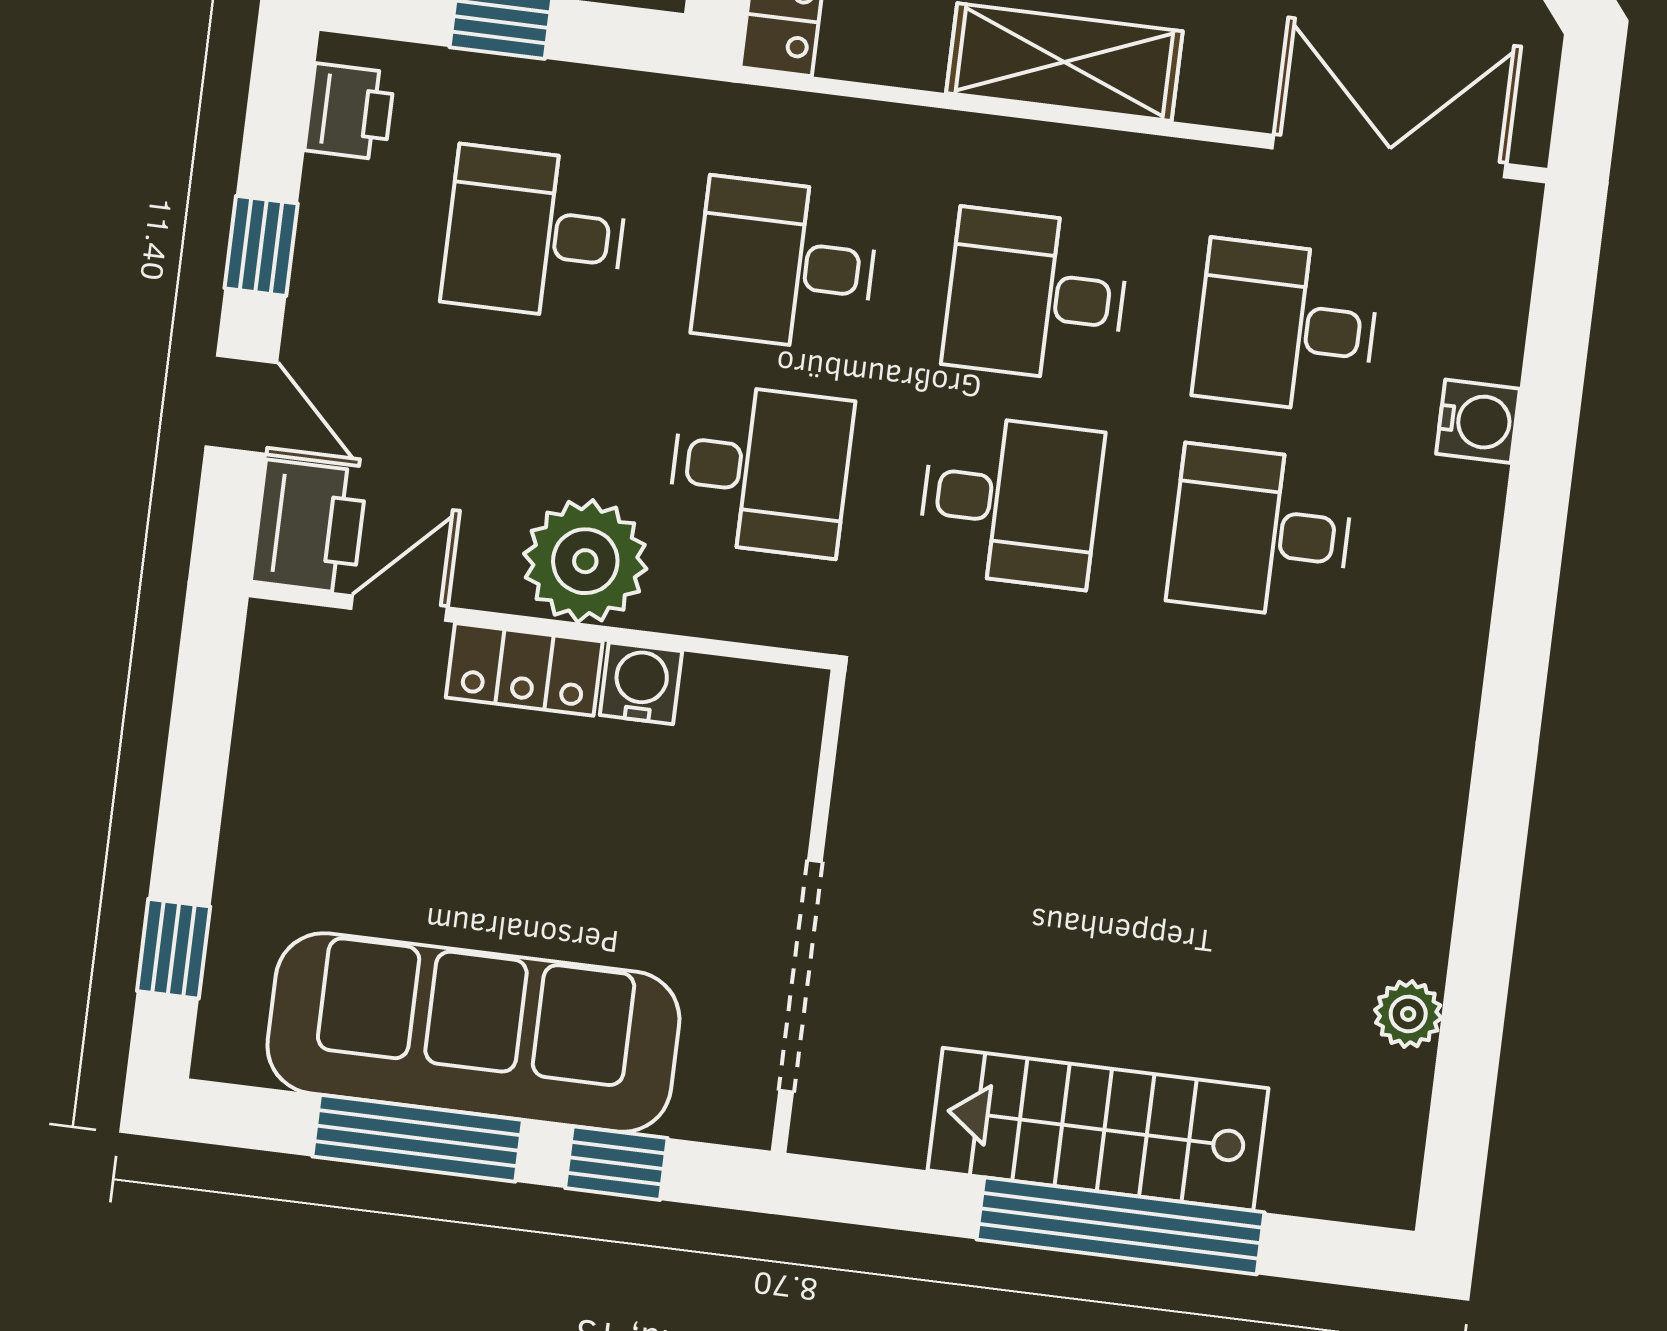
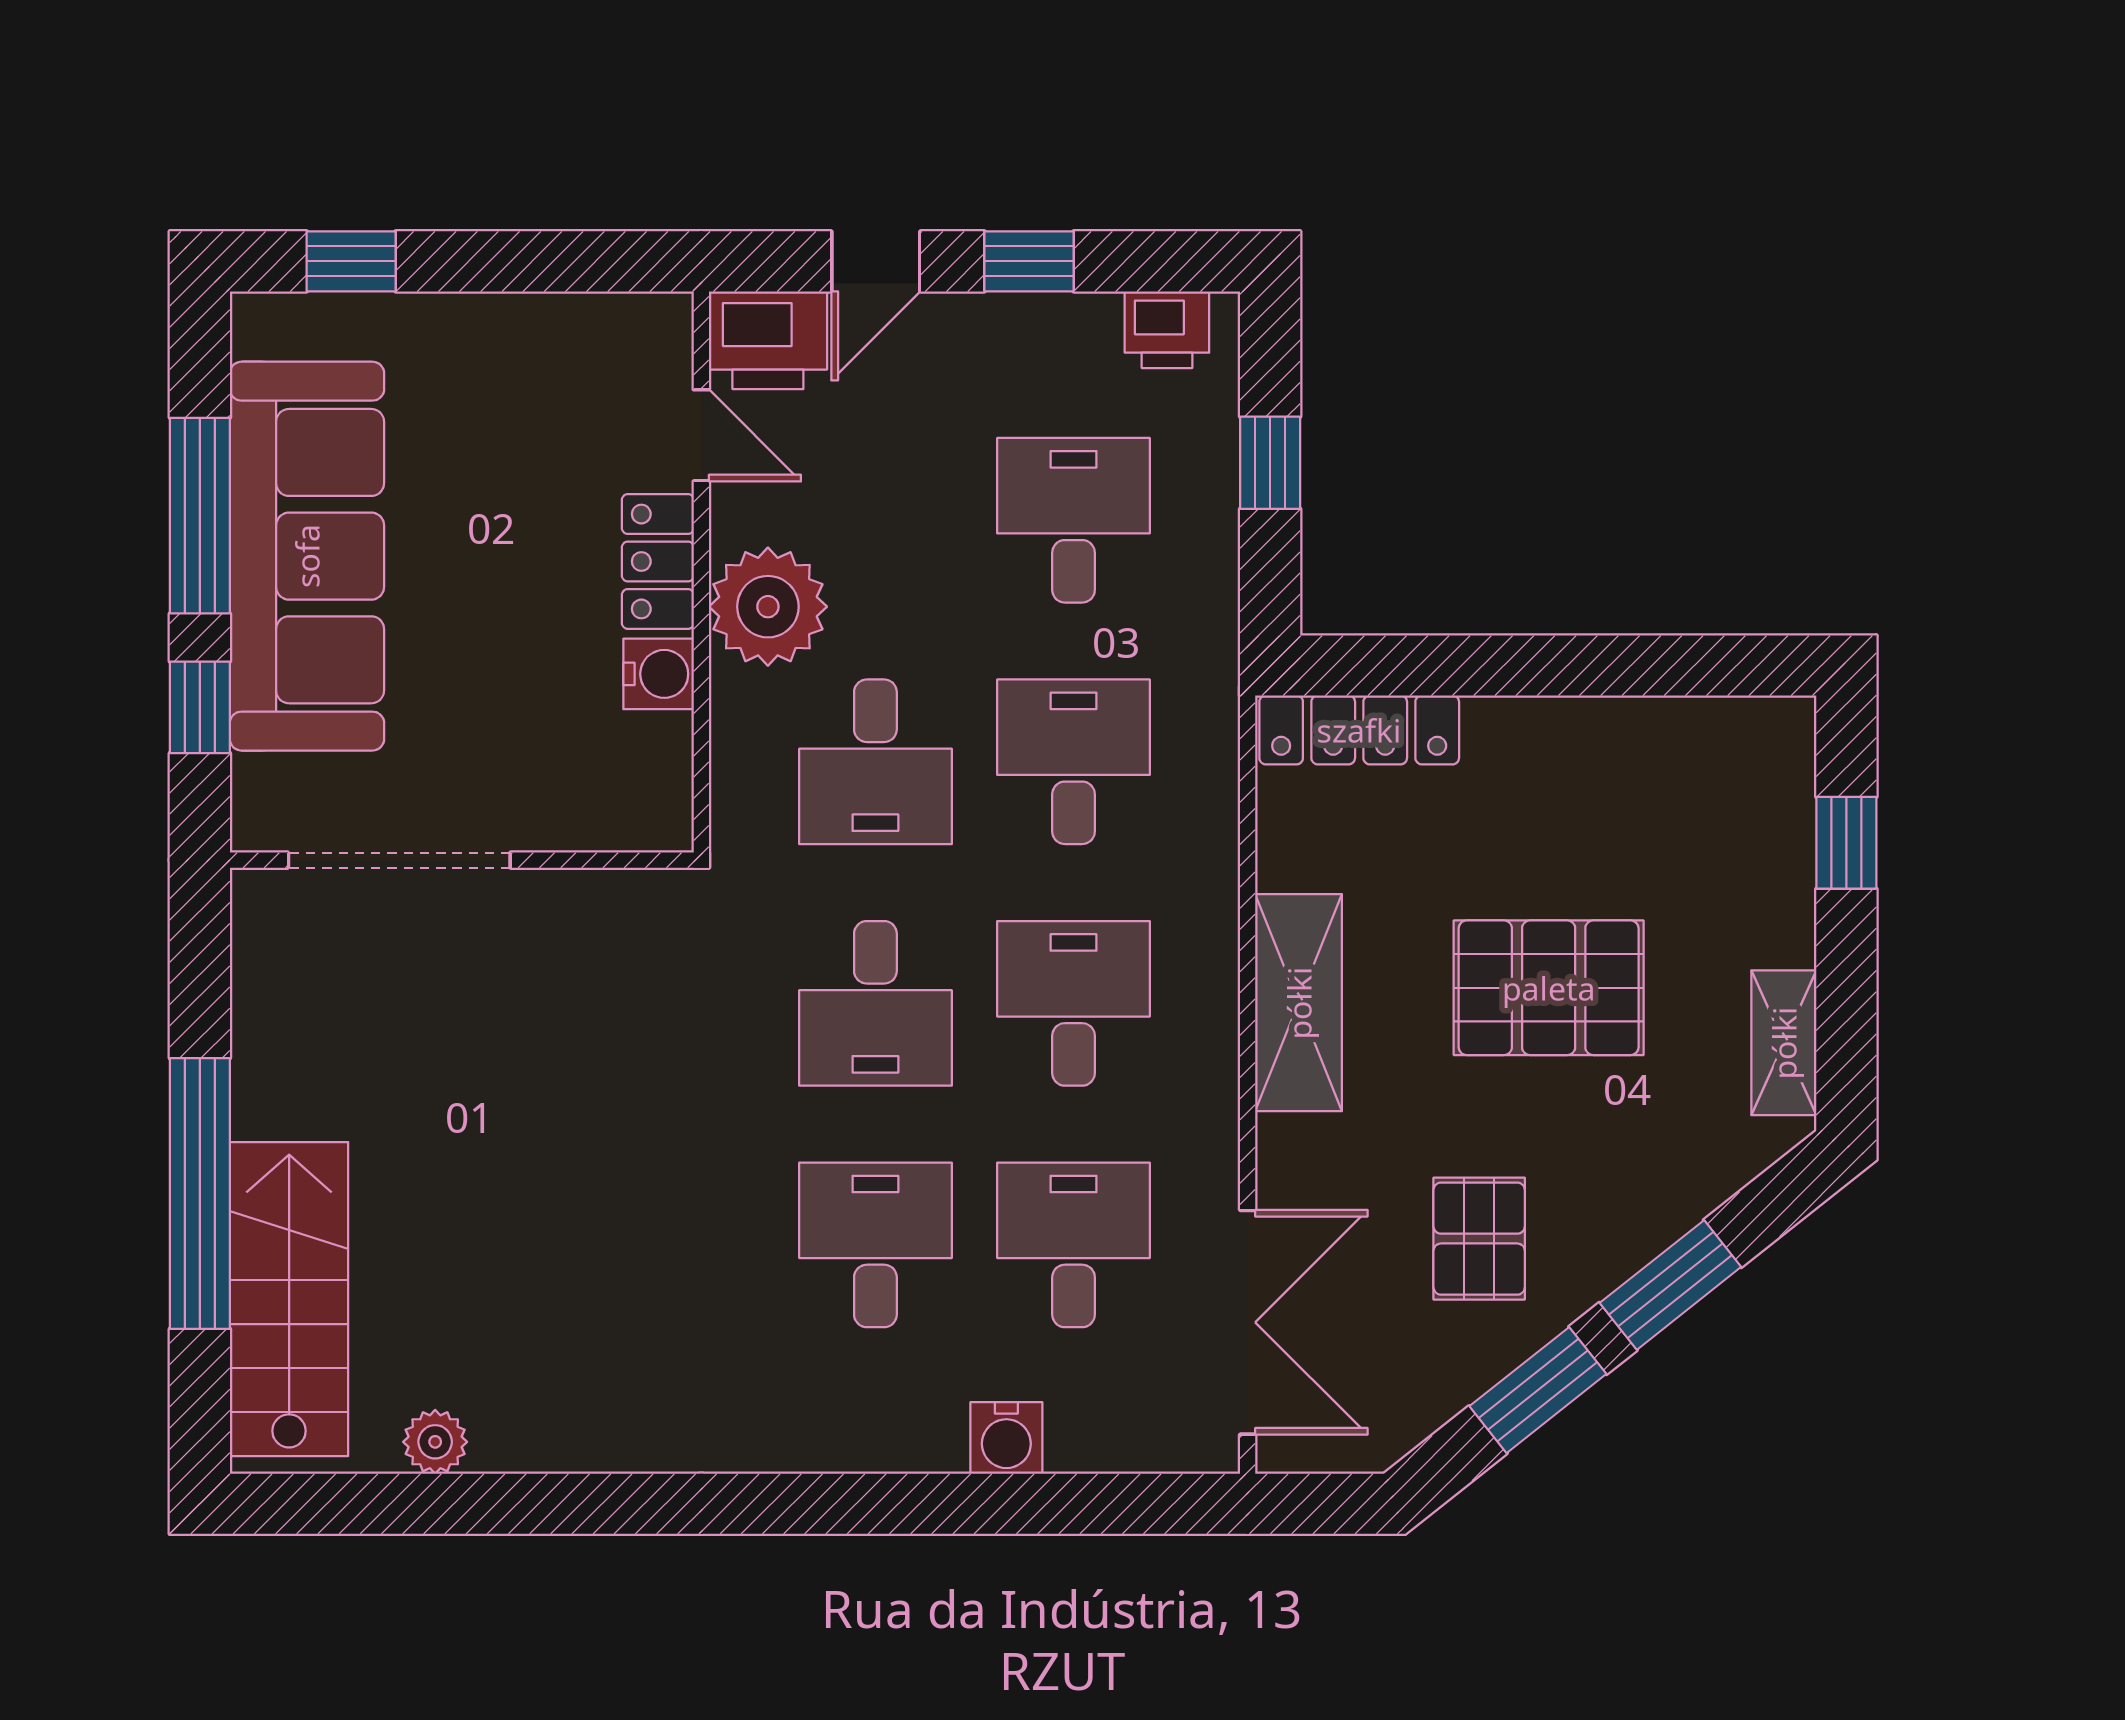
stairs: (1098, 1129) -> (289, 1299), moved

